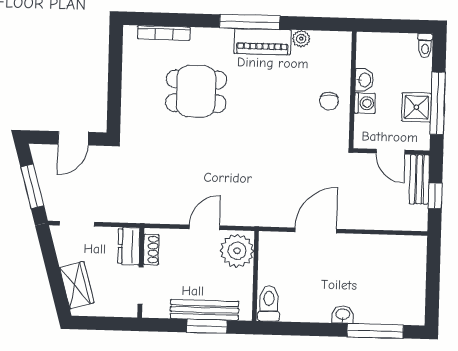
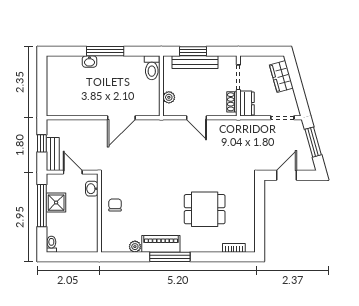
bookcase: (164, 33) -> (234, 248), width x0.64
washbasin: (364, 80) -> (92, 189), moved
washing machine: (365, 103) -> (91, 204), removed
door: (204, 227) -> (196, 118), hinge flipped
plant: (237, 251) -> (169, 97), width x0.53, depth x0.53
washbasin: (343, 315) -> (89, 62), moved
window: (375, 331) -> (105, 51), moved

